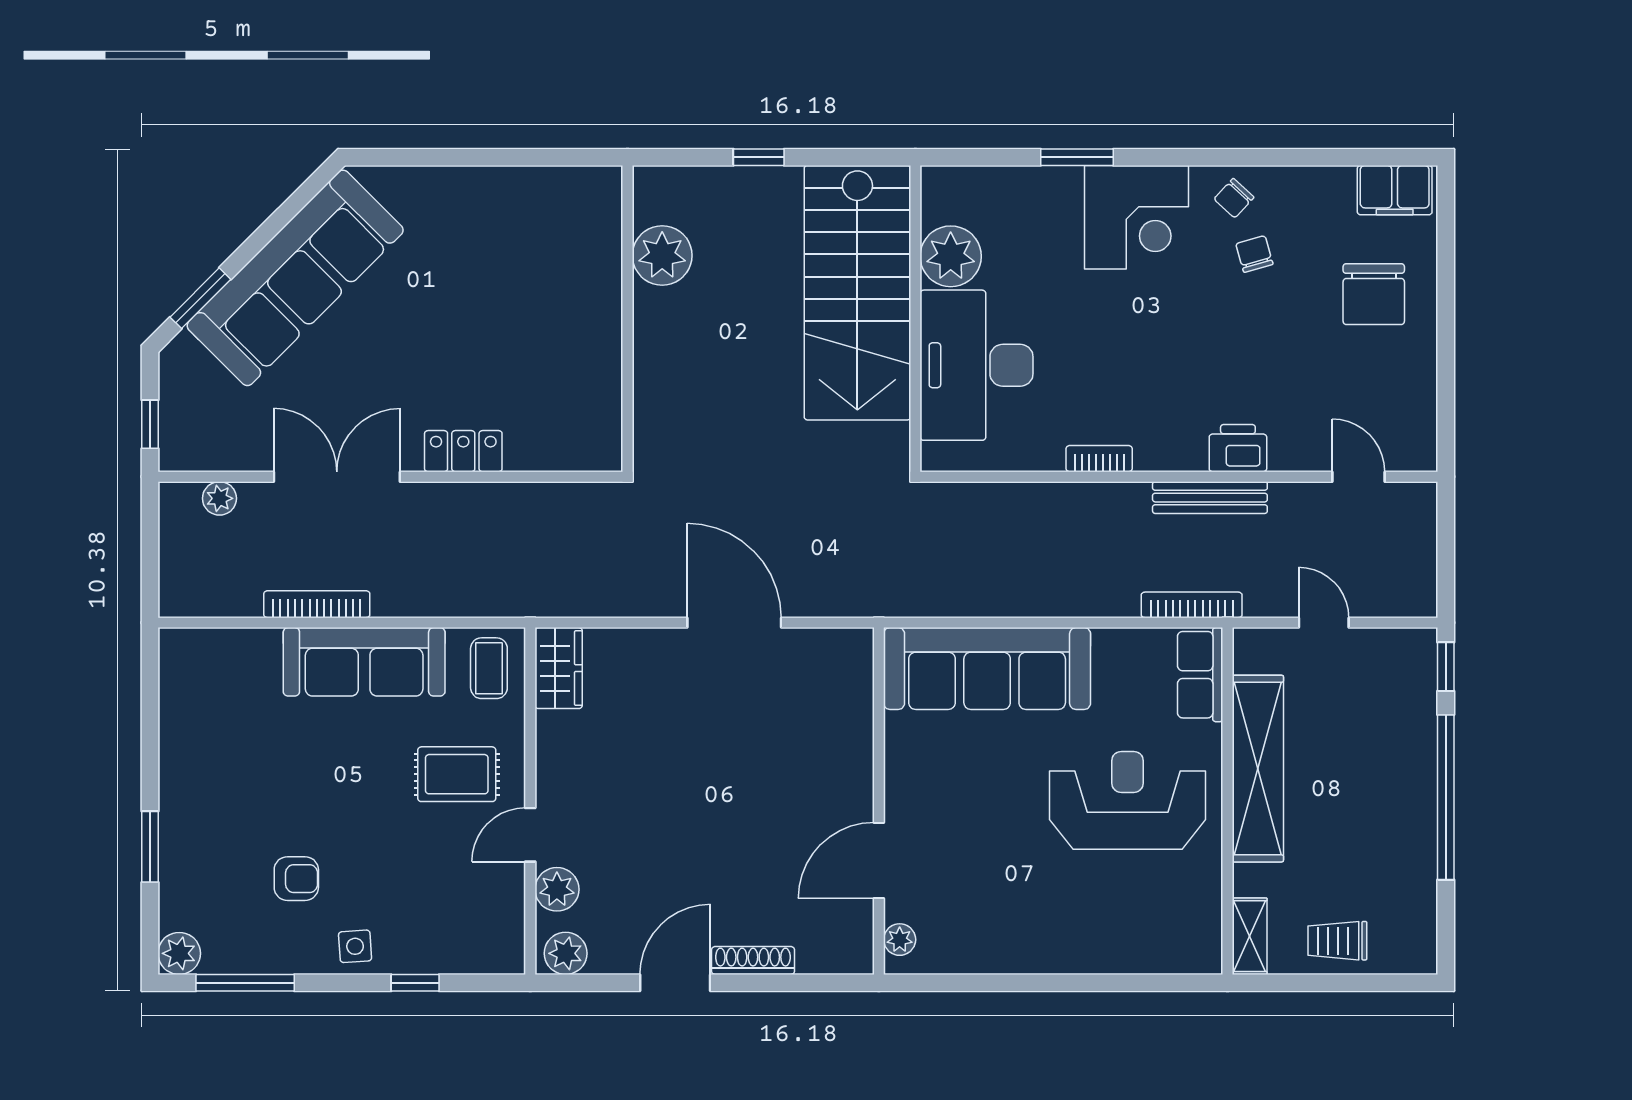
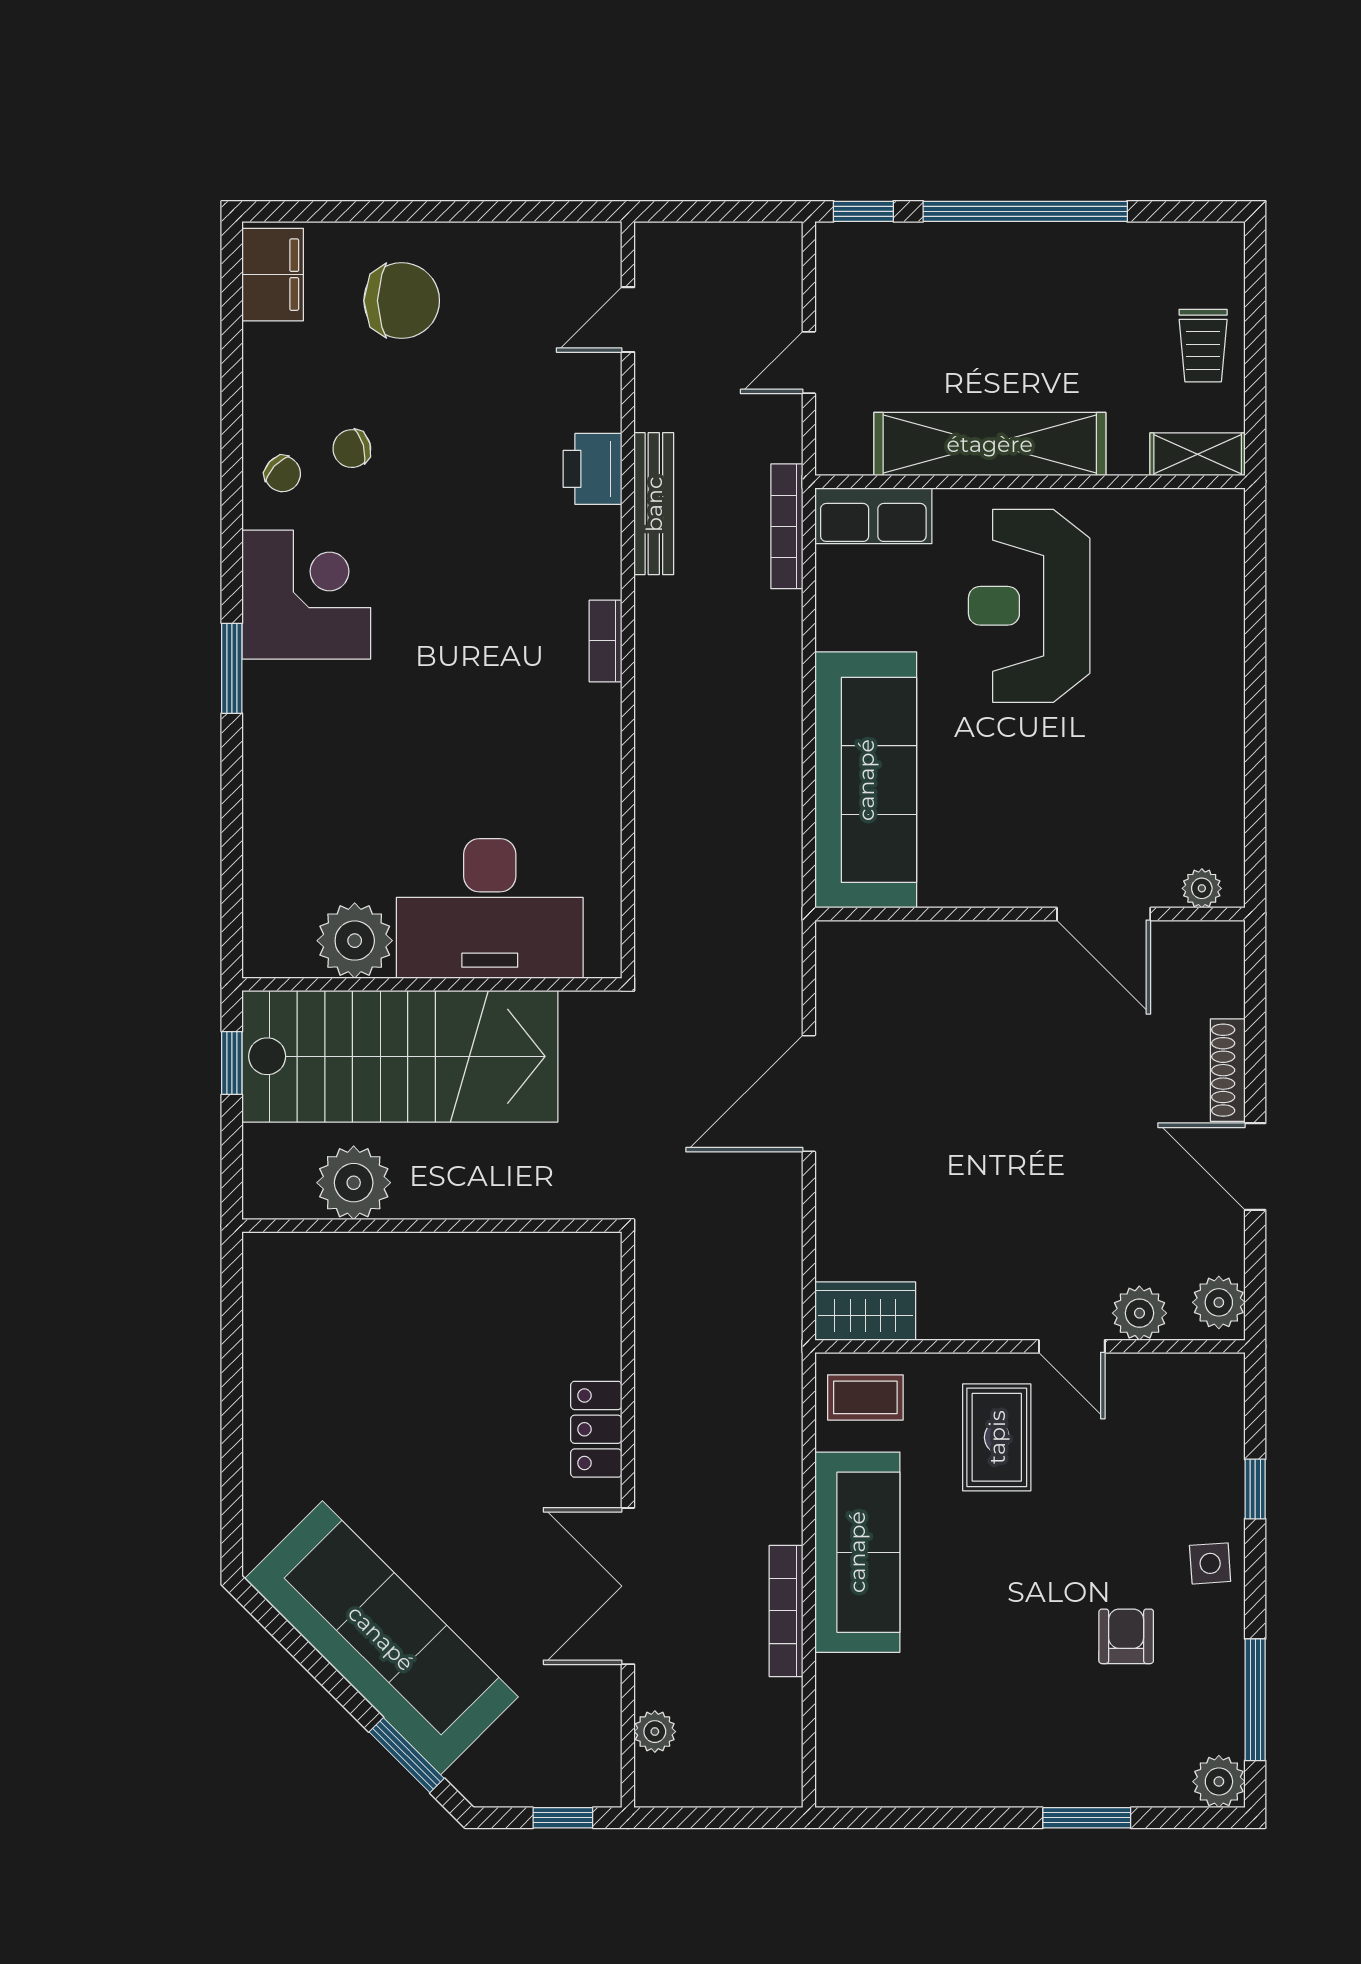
plant: (951, 256) -> (355, 941), moved
stairs: (857, 293) -> (400, 1056), moved
wall: (915, 319) -> (432, 984), moved
desk: (977, 365) -> (490, 909), moved

